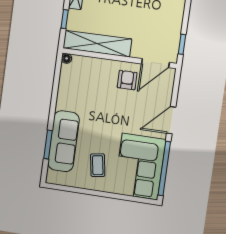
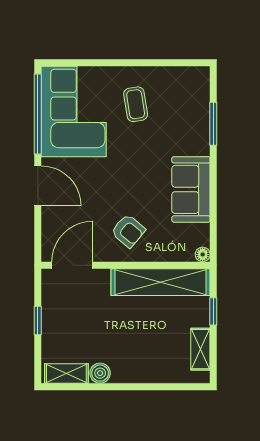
window: (182, 44) -> (38, 320), moved
armchair: (127, 80) -> (128, 231), moved, turned -50
door: (171, 120) -> (38, 186), hinge flipped
sofa: (63, 141) -> (191, 189), moved, width x0.73

